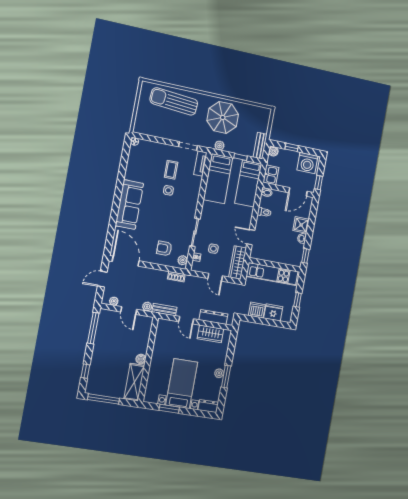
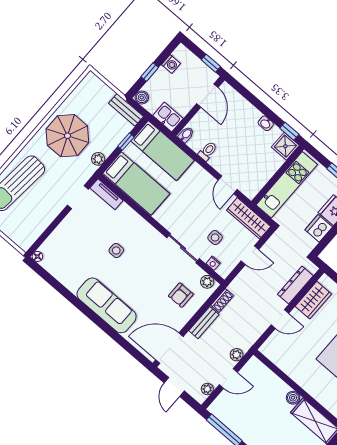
washing machine: (307, 163) -> (171, 64), width x0.53, depth x0.53
coffee table: (171, 170) -> (94, 233), removed
shower: (301, 225) -> (285, 146), moved
door: (251, 237) -> (228, 185), hinge flipped
bench: (164, 310) -> (204, 323), moved

